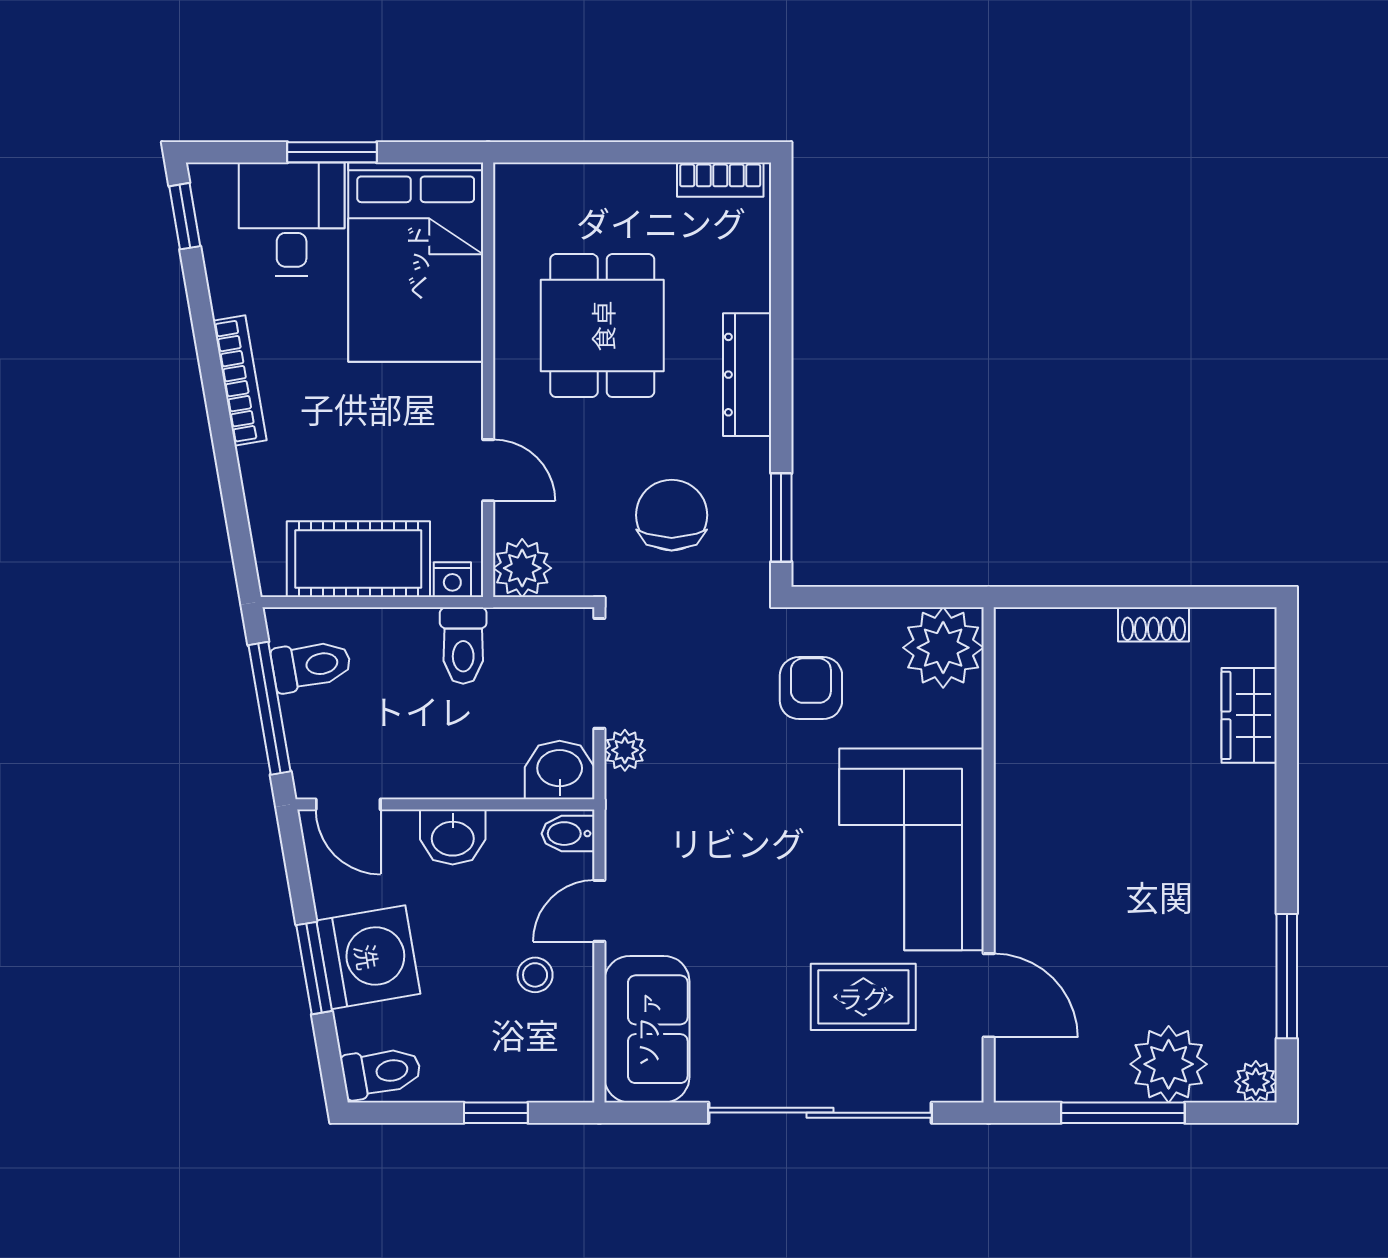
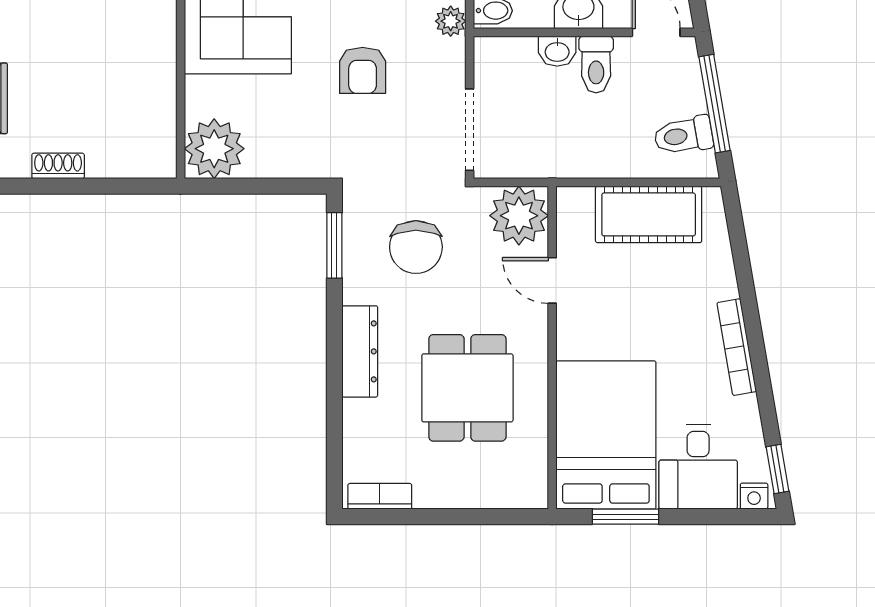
window: (332, 152) -> (625, 517), moved
plant: (522, 568) -> (519, 216), width x1.36, depth x1.36
nightstand: (452, 580) -> (754, 496), moved, turned 180
toilet: (463, 646) -> (596, 65), moved, turned 180
armchair: (811, 688) -> (363, 70), moved
plant: (625, 750) -> (451, 21), moved
washbasin: (560, 770) -> (557, 51), moved, width x0.72, depth x0.69

